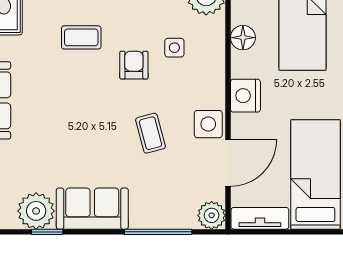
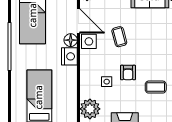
floor lamp: (243, 38) -> (71, 40), moved
door: (228, 163) -> (78, 21), swing flipped

